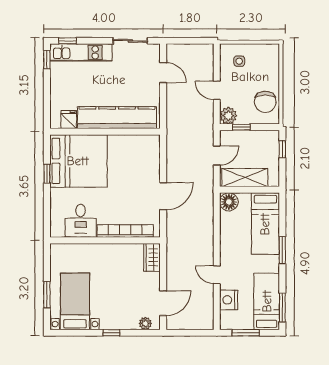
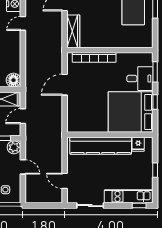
window: (47, 60) -> (155, 170), moved
window: (47, 213) -> (155, 72), added
desk: (81, 221) -> (140, 79), moved, turned 90
wardrobe: (152, 257) -> (73, 31), width x1.50
door: (217, 275) -> (23, 23), swing flipped

